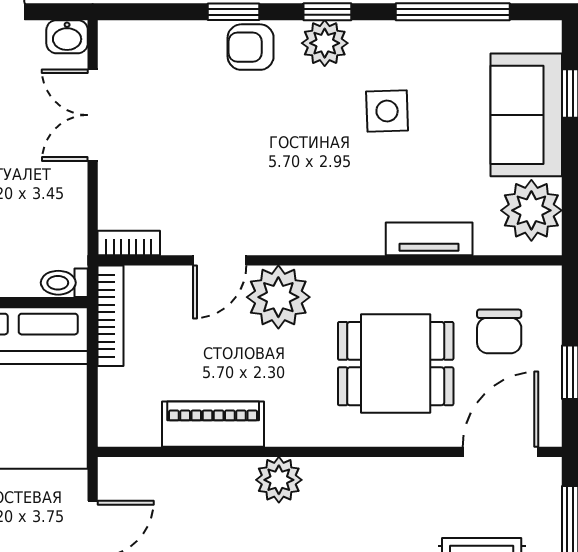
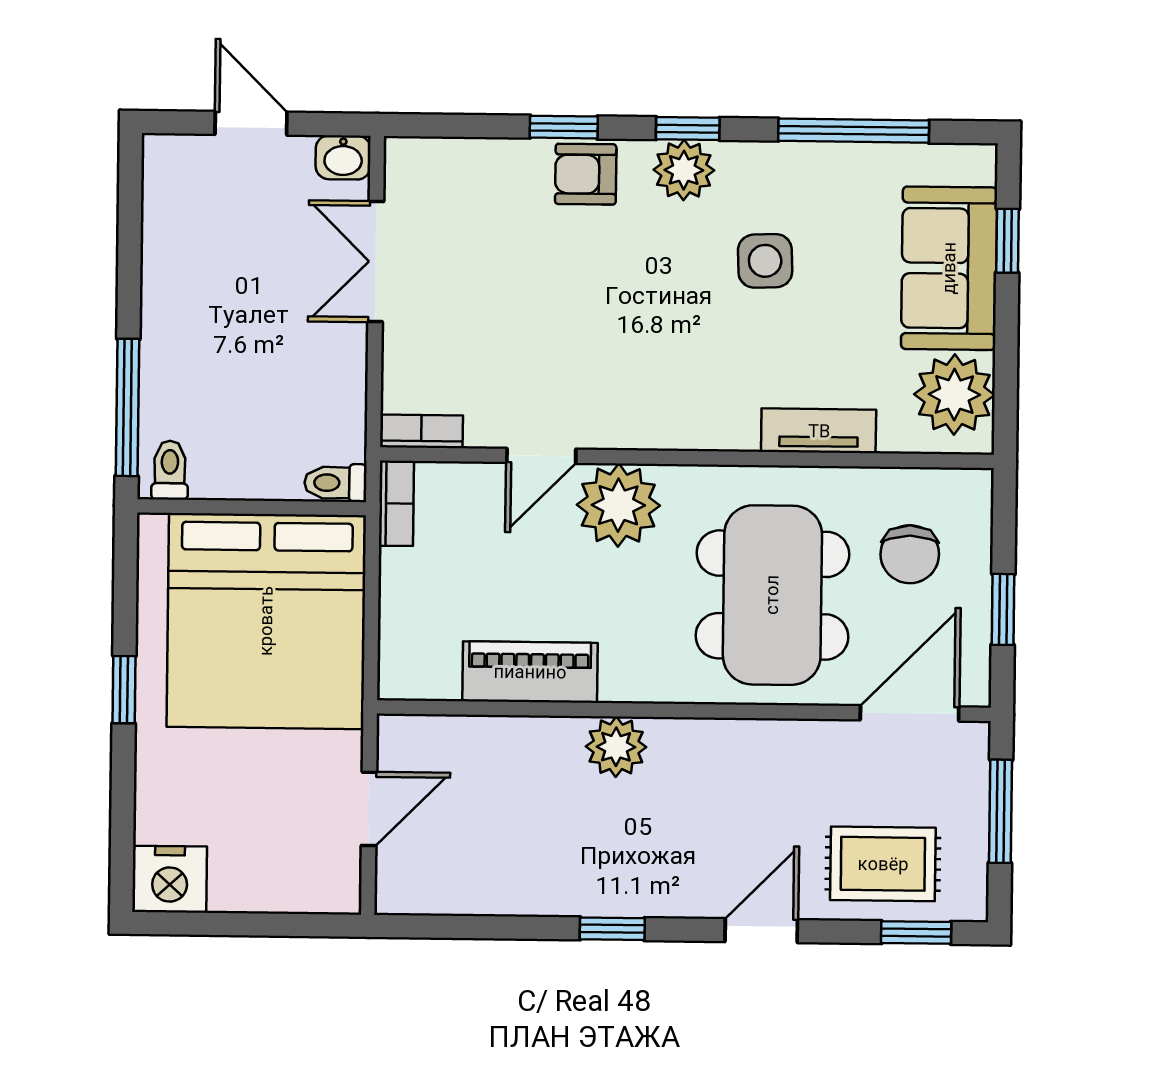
bookcase: (111, 316) -> (396, 503), width x0.64
dining table: (396, 364) -> (772, 595), width x1.38

